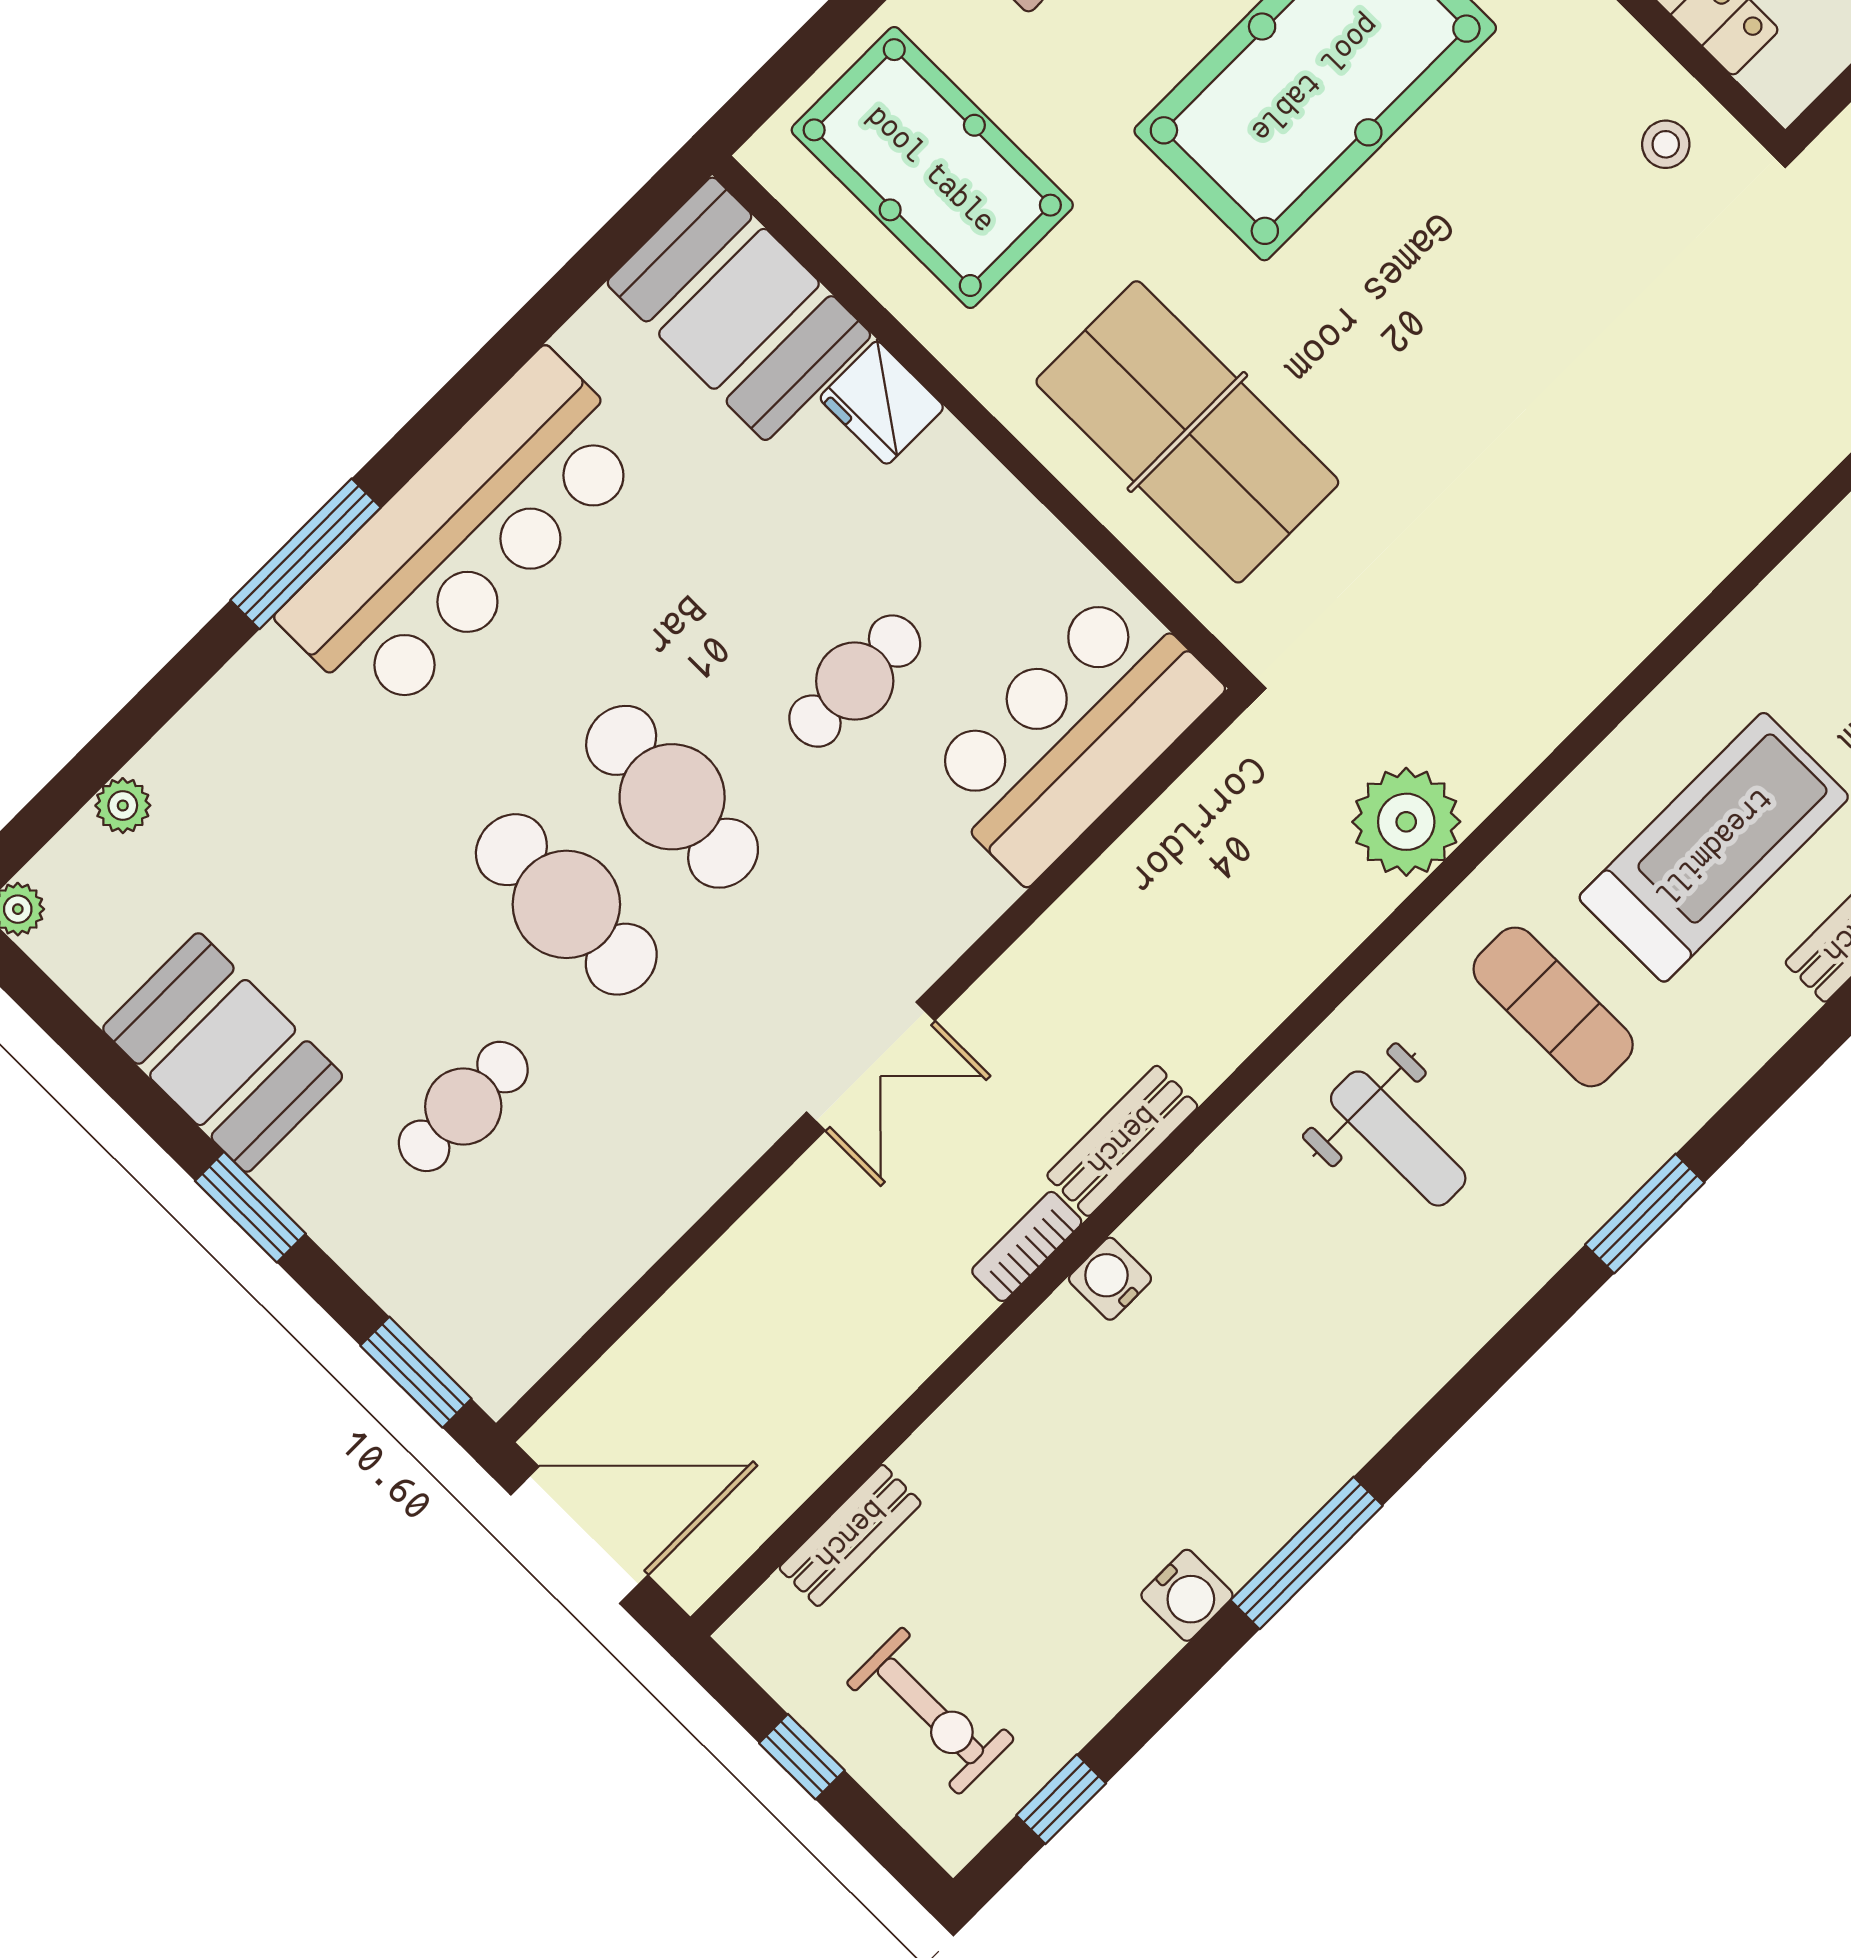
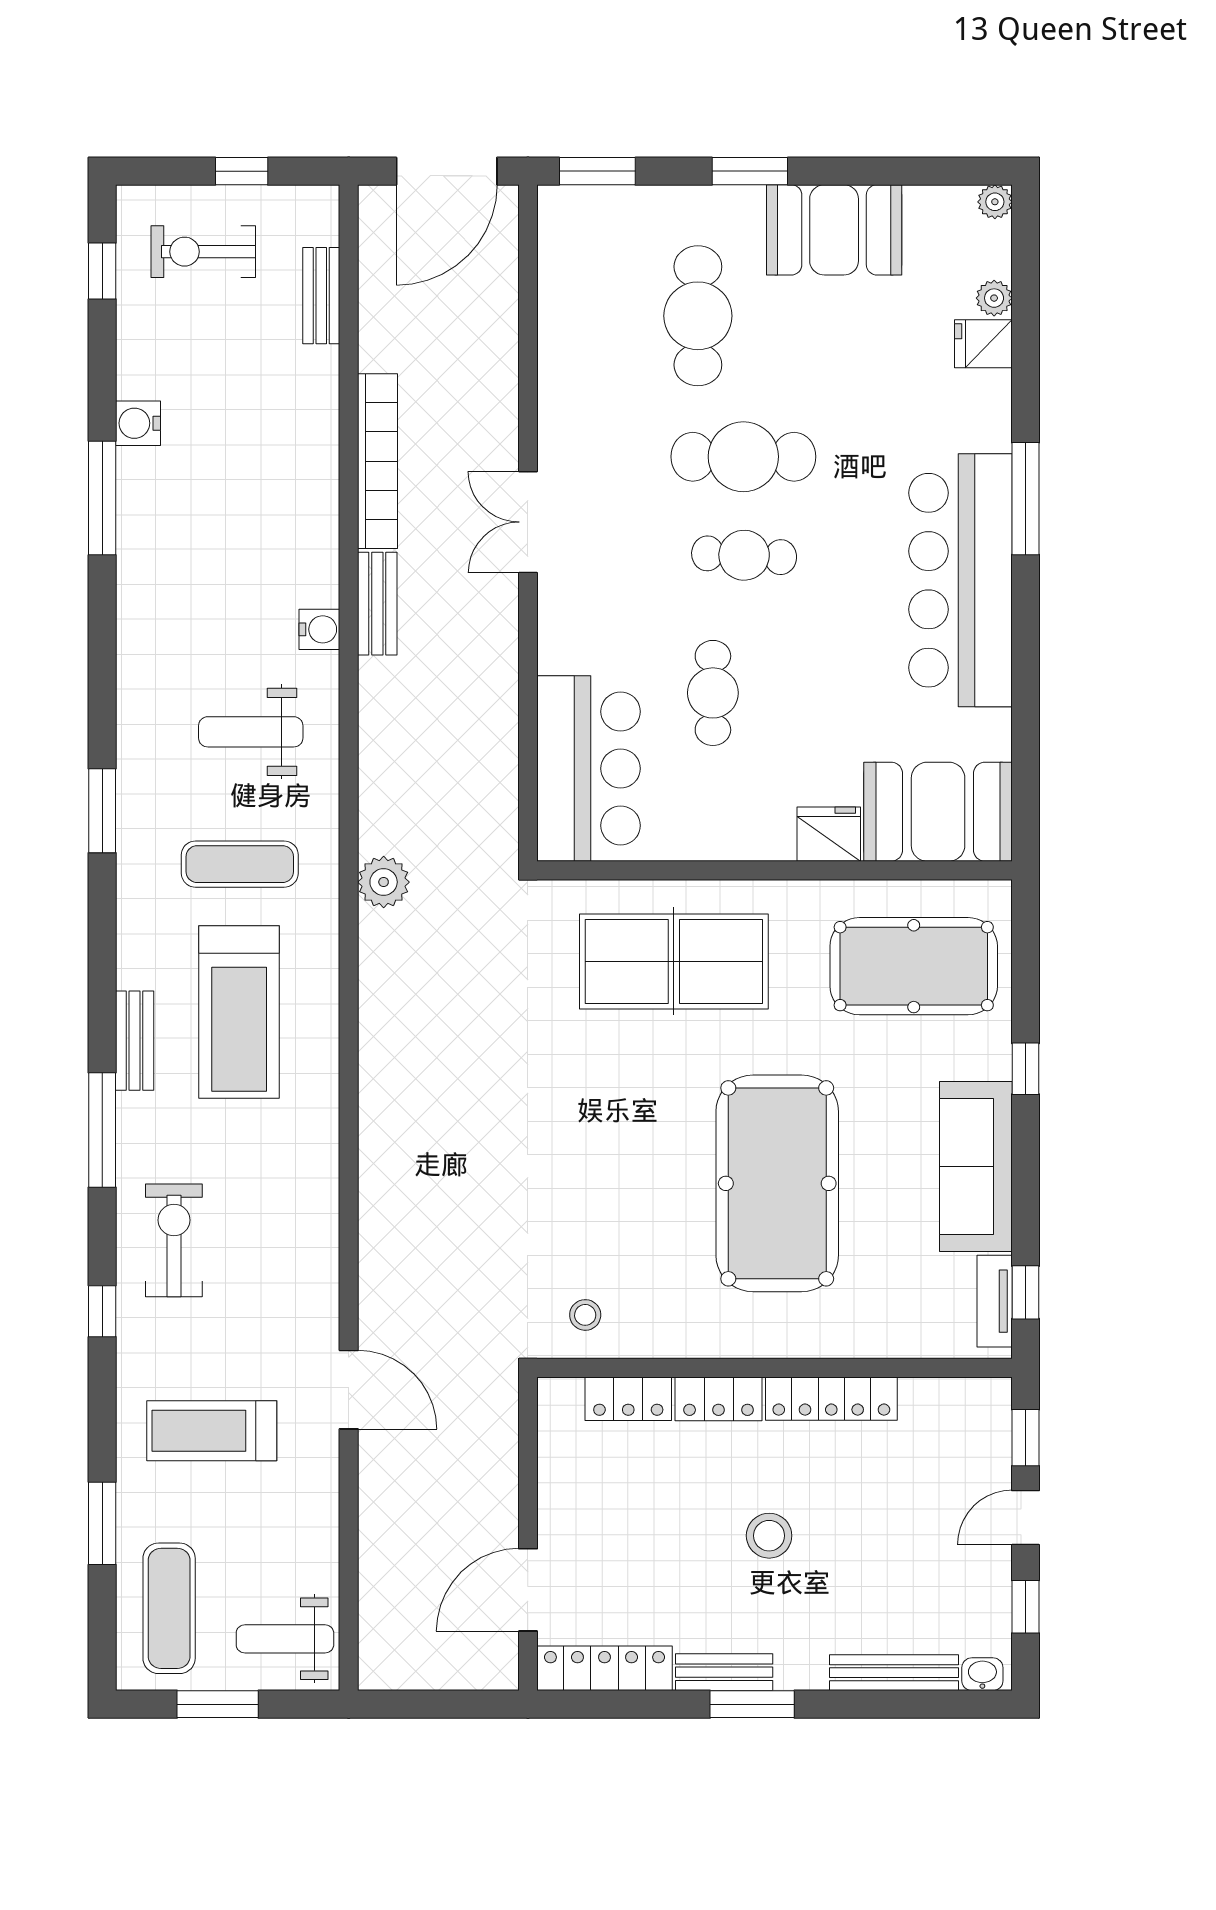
fridge: (184, 767) -> (983, 344), added
cafe table: (672, 797) -> (744, 555), width x0.73, depth x0.74
plant: (1406, 822) -> (384, 882), width x0.73, depth x0.73
cafe table: (463, 1106) -> (698, 316), width x1.37, depth x1.35
bookcase: (1027, 1246) -> (378, 461), width x2.31, depth x1.31
water cooler: (1110, 1279) -> (319, 629), moved

